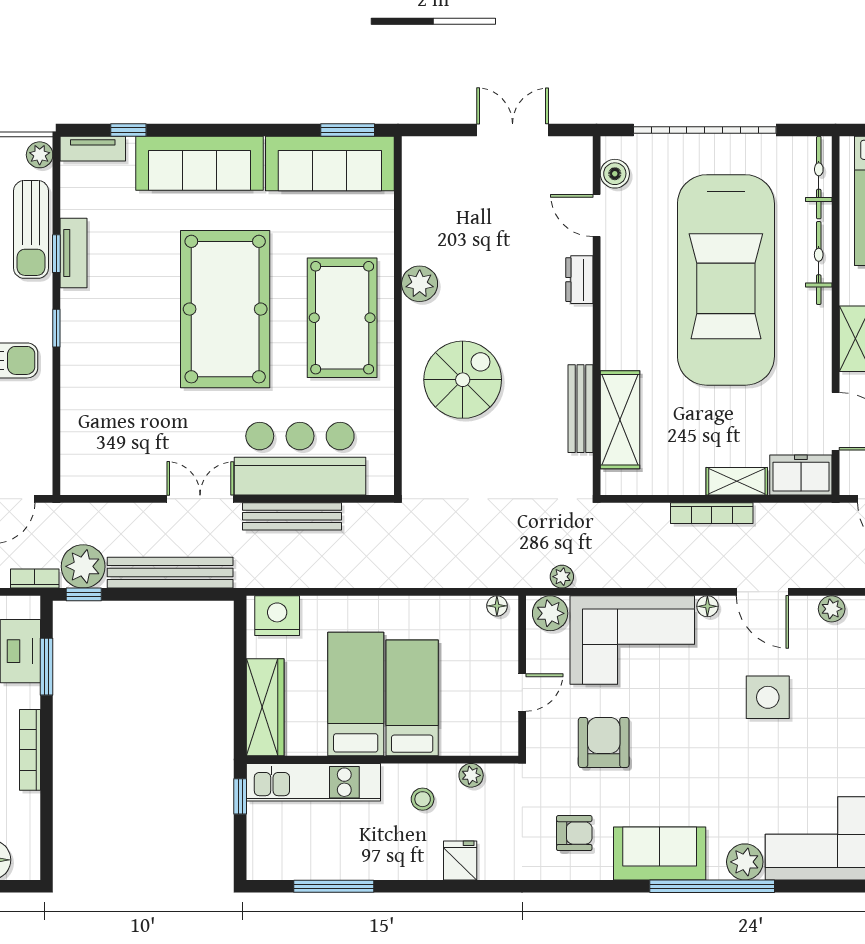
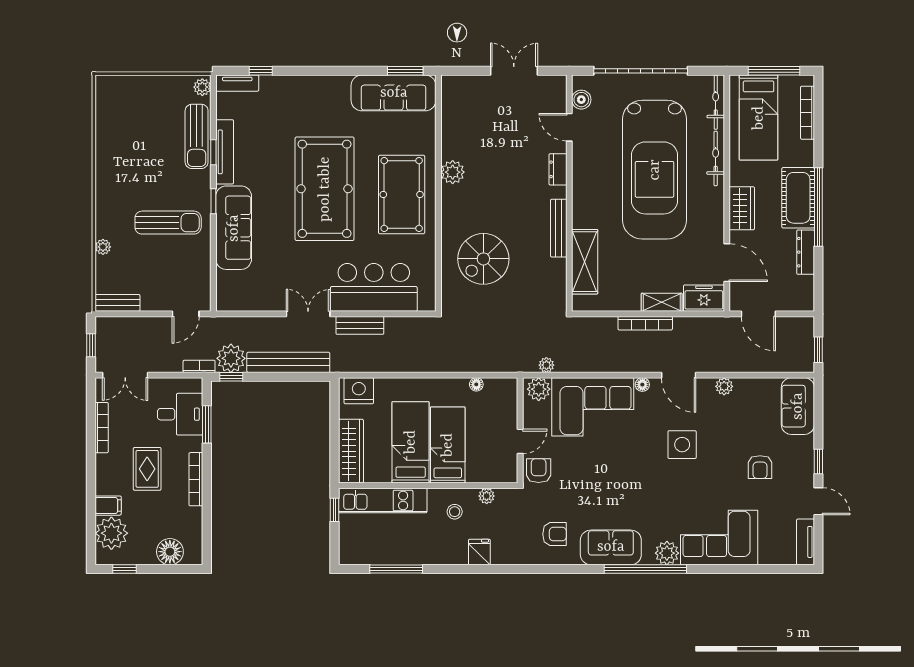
sofa: (199, 163) -> (234, 228), moved, turned -90
tv unit: (73, 253) -> (225, 152), width x1.41
spiral stairs: (463, 380) -> (483, 259), moved, turned 180
bench: (581, 409) -> (559, 228), moved
bench: (292, 516) -> (360, 325), width x0.73
floor lamp: (497, 606) -> (476, 384), moved
armchair: (604, 742) -> (539, 471), moved, width x0.72, depth x0.72

